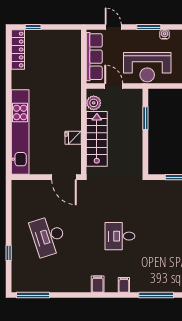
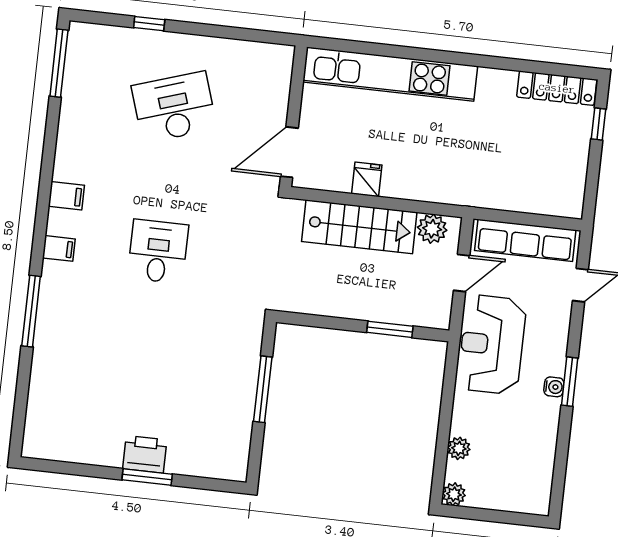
window: (149, 27) -> (570, 382), moved

